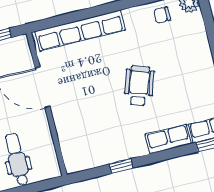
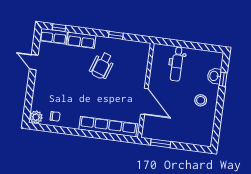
wheelchair: (139, 85) -> (102, 65), moved

